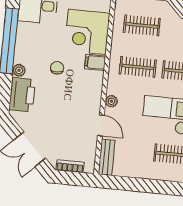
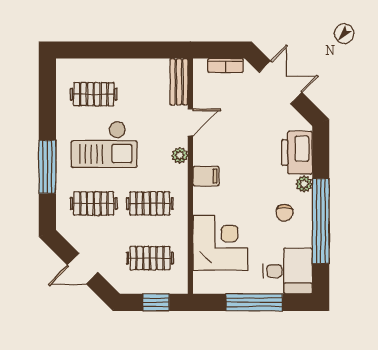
filing cabinet: (95, 62) -> (206, 176), moved
chair: (57, 68) -> (285, 213), moved
door: (101, 125) -> (190, 123), swing flipped

